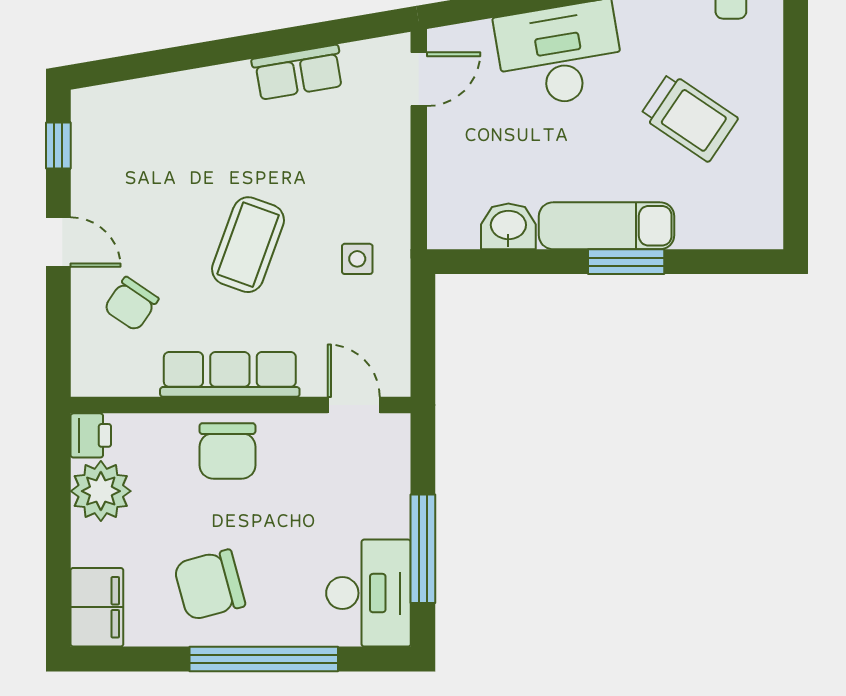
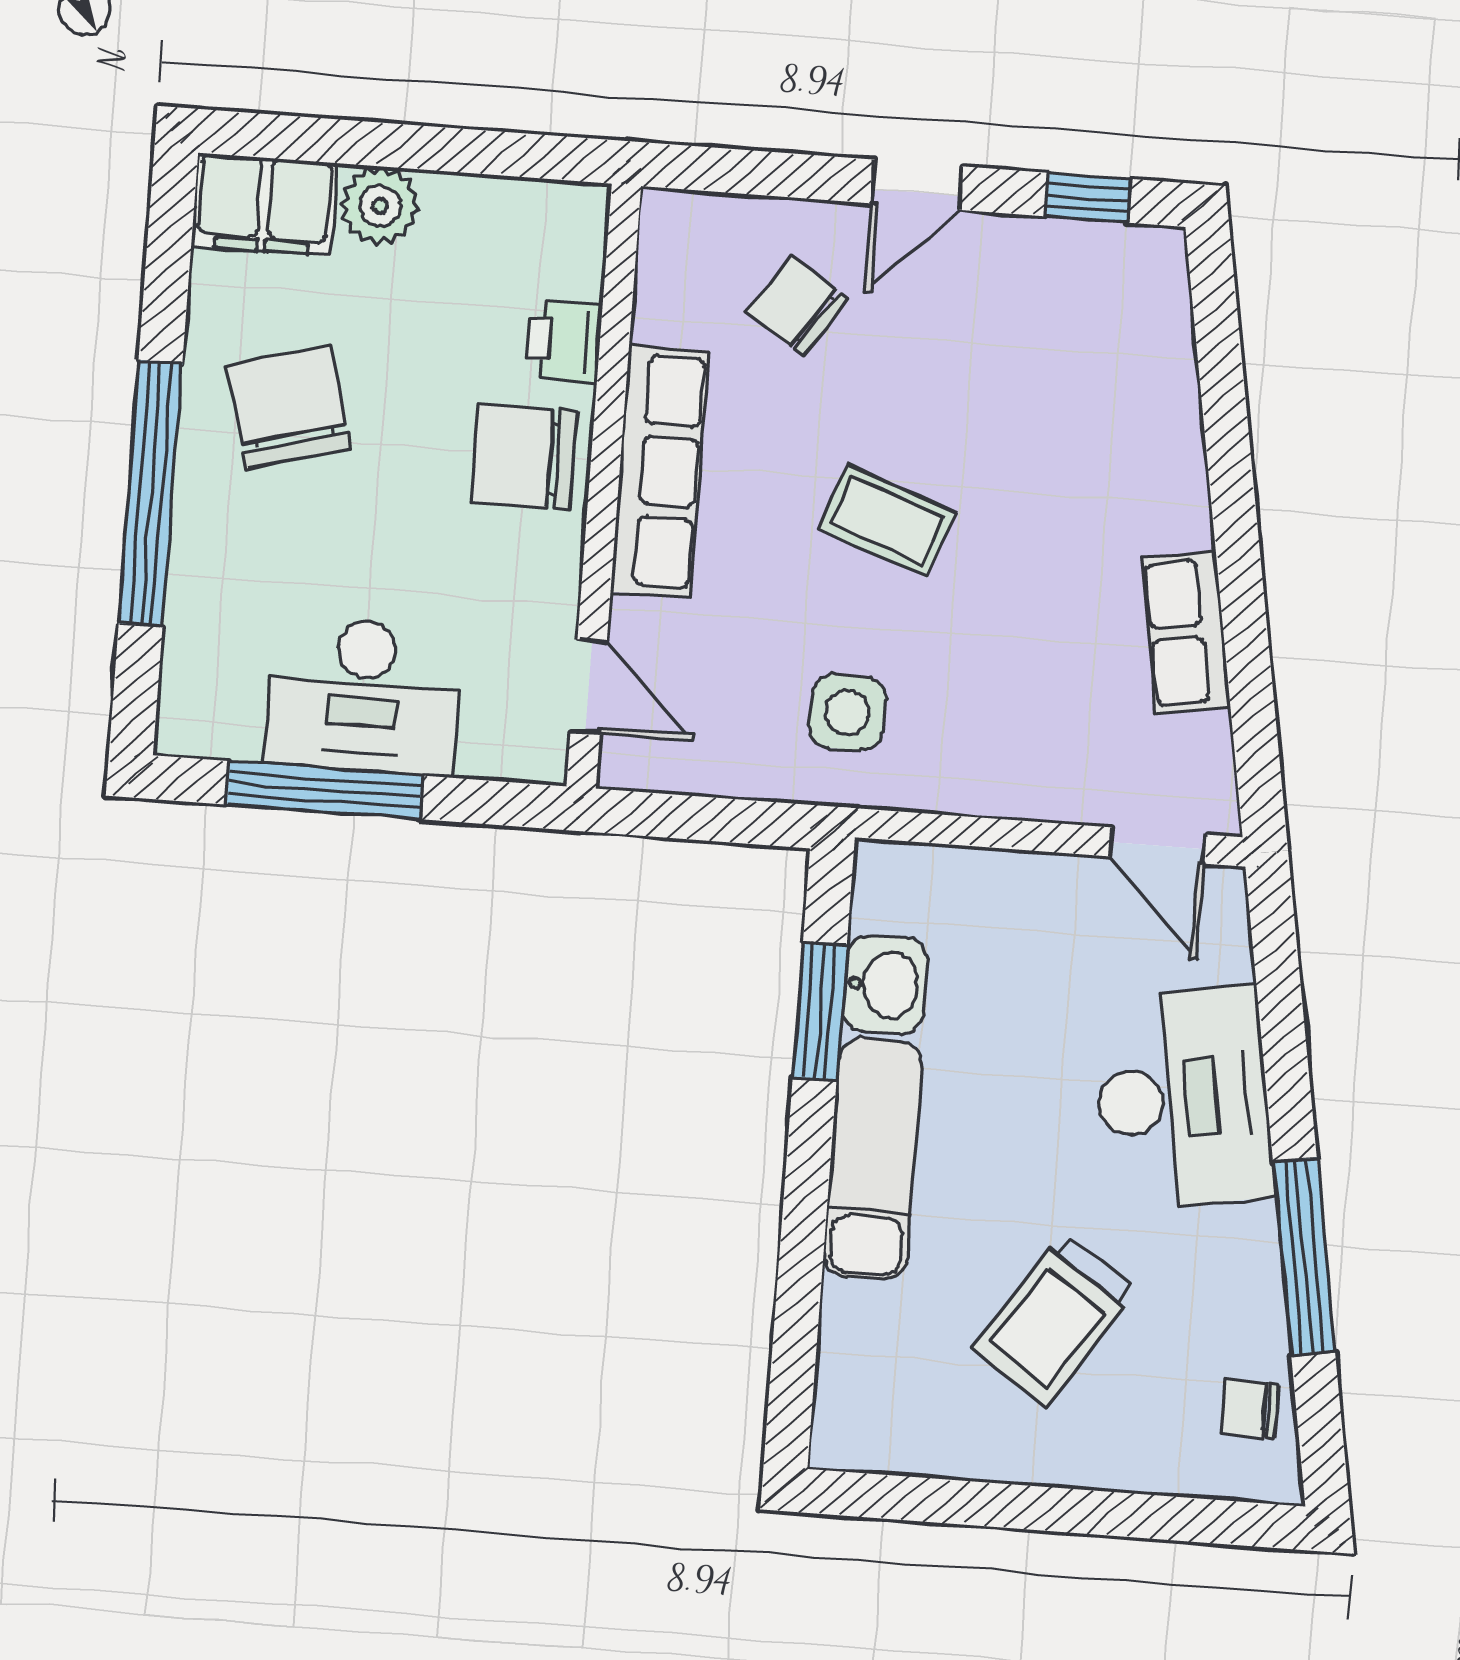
coffee table: (248, 245) -> (887, 521), width x0.73, depth x0.77
side table: (357, 259) -> (847, 712), width x1.37, depth x1.37
window: (626, 262) -> (820, 1011), moved
door: (354, 405) -> (589, 687), hinge flipped
printer: (91, 435) -> (564, 340), moved, turned 90
plant: (101, 491) -> (380, 206), moved, width x0.73, depth x0.73
desk: (368, 593) -> (363, 696), moved

